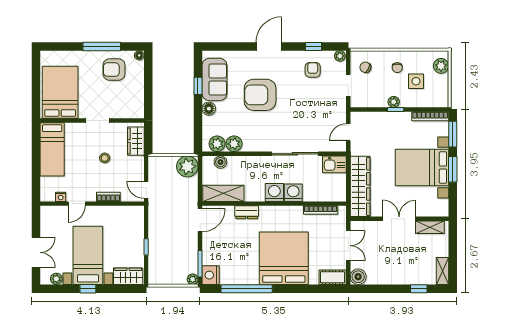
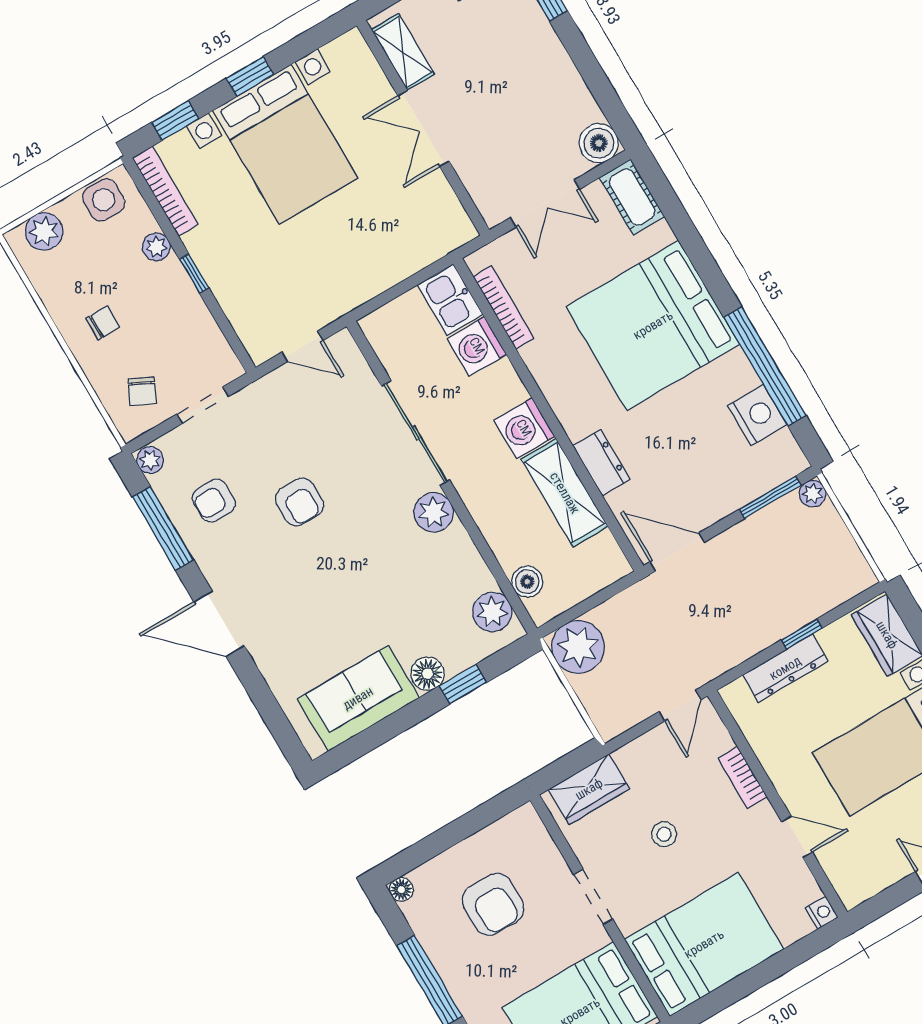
window: (313, 46) -> (163, 528), width x2.17
armchair: (114, 70) -> (493, 904), moved
side table: (416, 81) -> (104, 200), moved
window: (198, 86) -> (463, 684), moved
armchair: (260, 95) -> (300, 502), moved, width x0.53, depth x0.53
plant: (394, 102) -> (156, 247), moved
window: (453, 134) -> (175, 120), width x0.67
plant: (234, 144) -> (434, 512), moved
bed: (52, 149) -> (704, 944), width x1.50
kitchen sink: (334, 164) -> (450, 300), moved, turned 180
window: (453, 169) -> (250, 76), width x0.67
wardrobe: (360, 186) -> (403, 253), removed
shelving: (223, 193) -> (565, 493), moved
washing machine: (293, 193) -> (477, 346), moved
nightstand: (61, 197) -> (822, 913), moved
dresser: (138, 234) -> (785, 668), added
double door: (348, 246) -> (545, 203), swing flipped
nightstand: (211, 275) -> (757, 415), moved, turned -90

